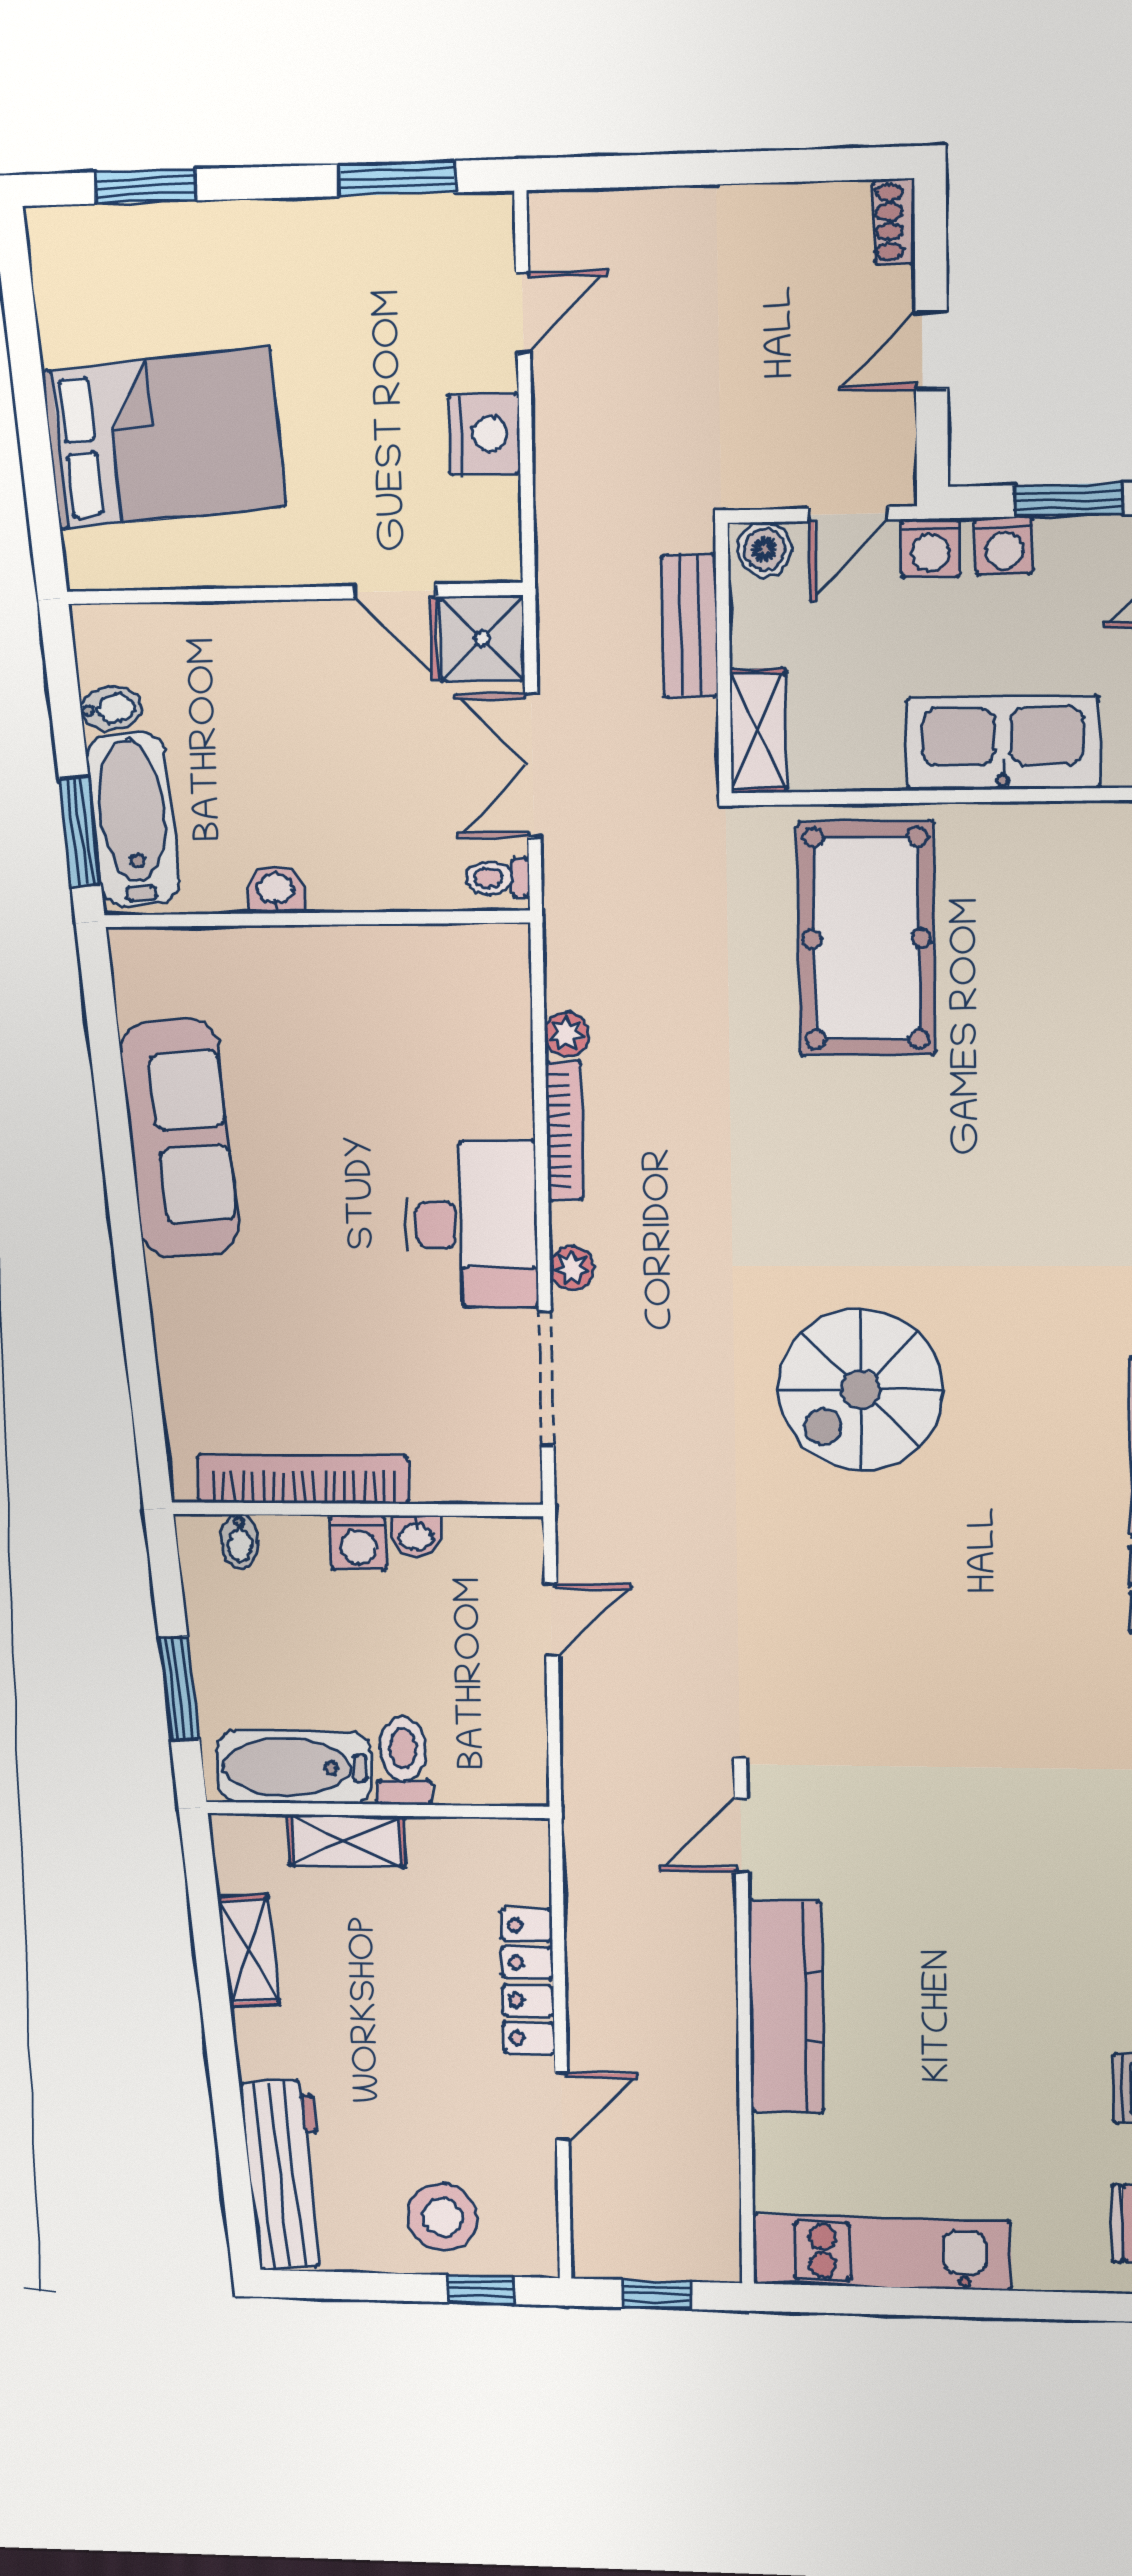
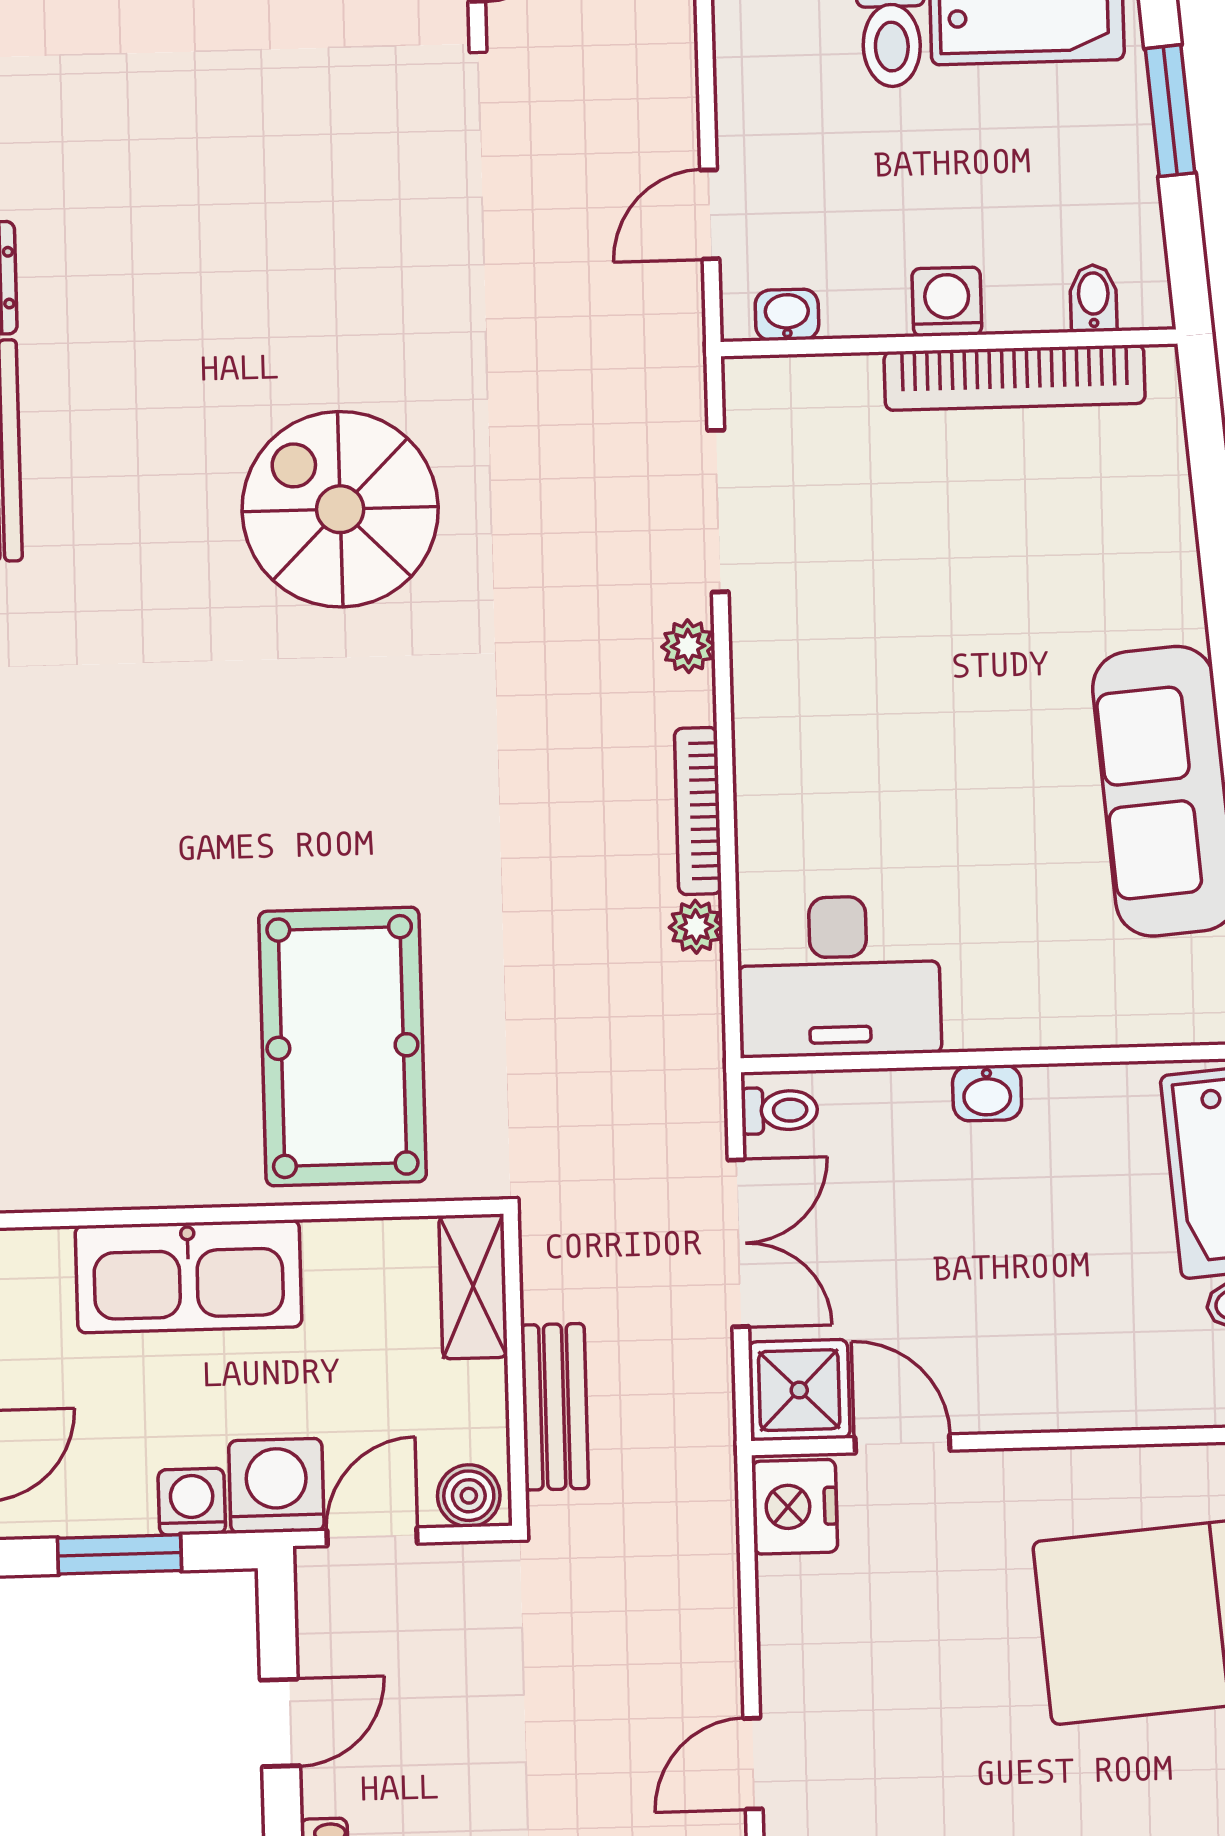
nightstand: (484, 434) -> (795, 1507), moved
washing machine: (930, 548) -> (276, 1486), width x1.38, depth x1.38
washbasin: (275, 890) -> (987, 1093), moved
desk: (471, 1224) -> (839, 976), moved, turned -90
spiral stairs: (861, 1389) -> (340, 509), turned -90
washbasin: (416, 1536) -> (787, 315), moved

